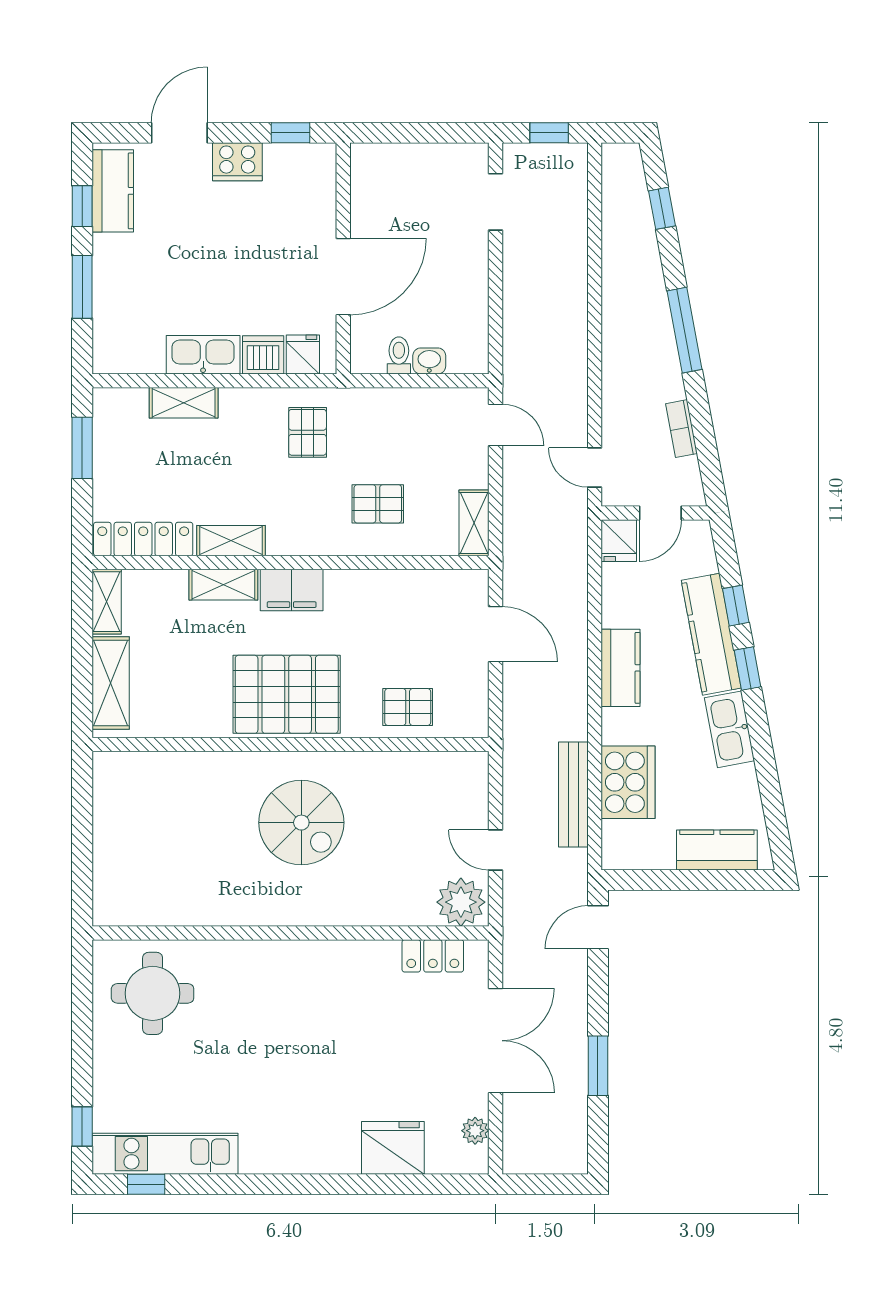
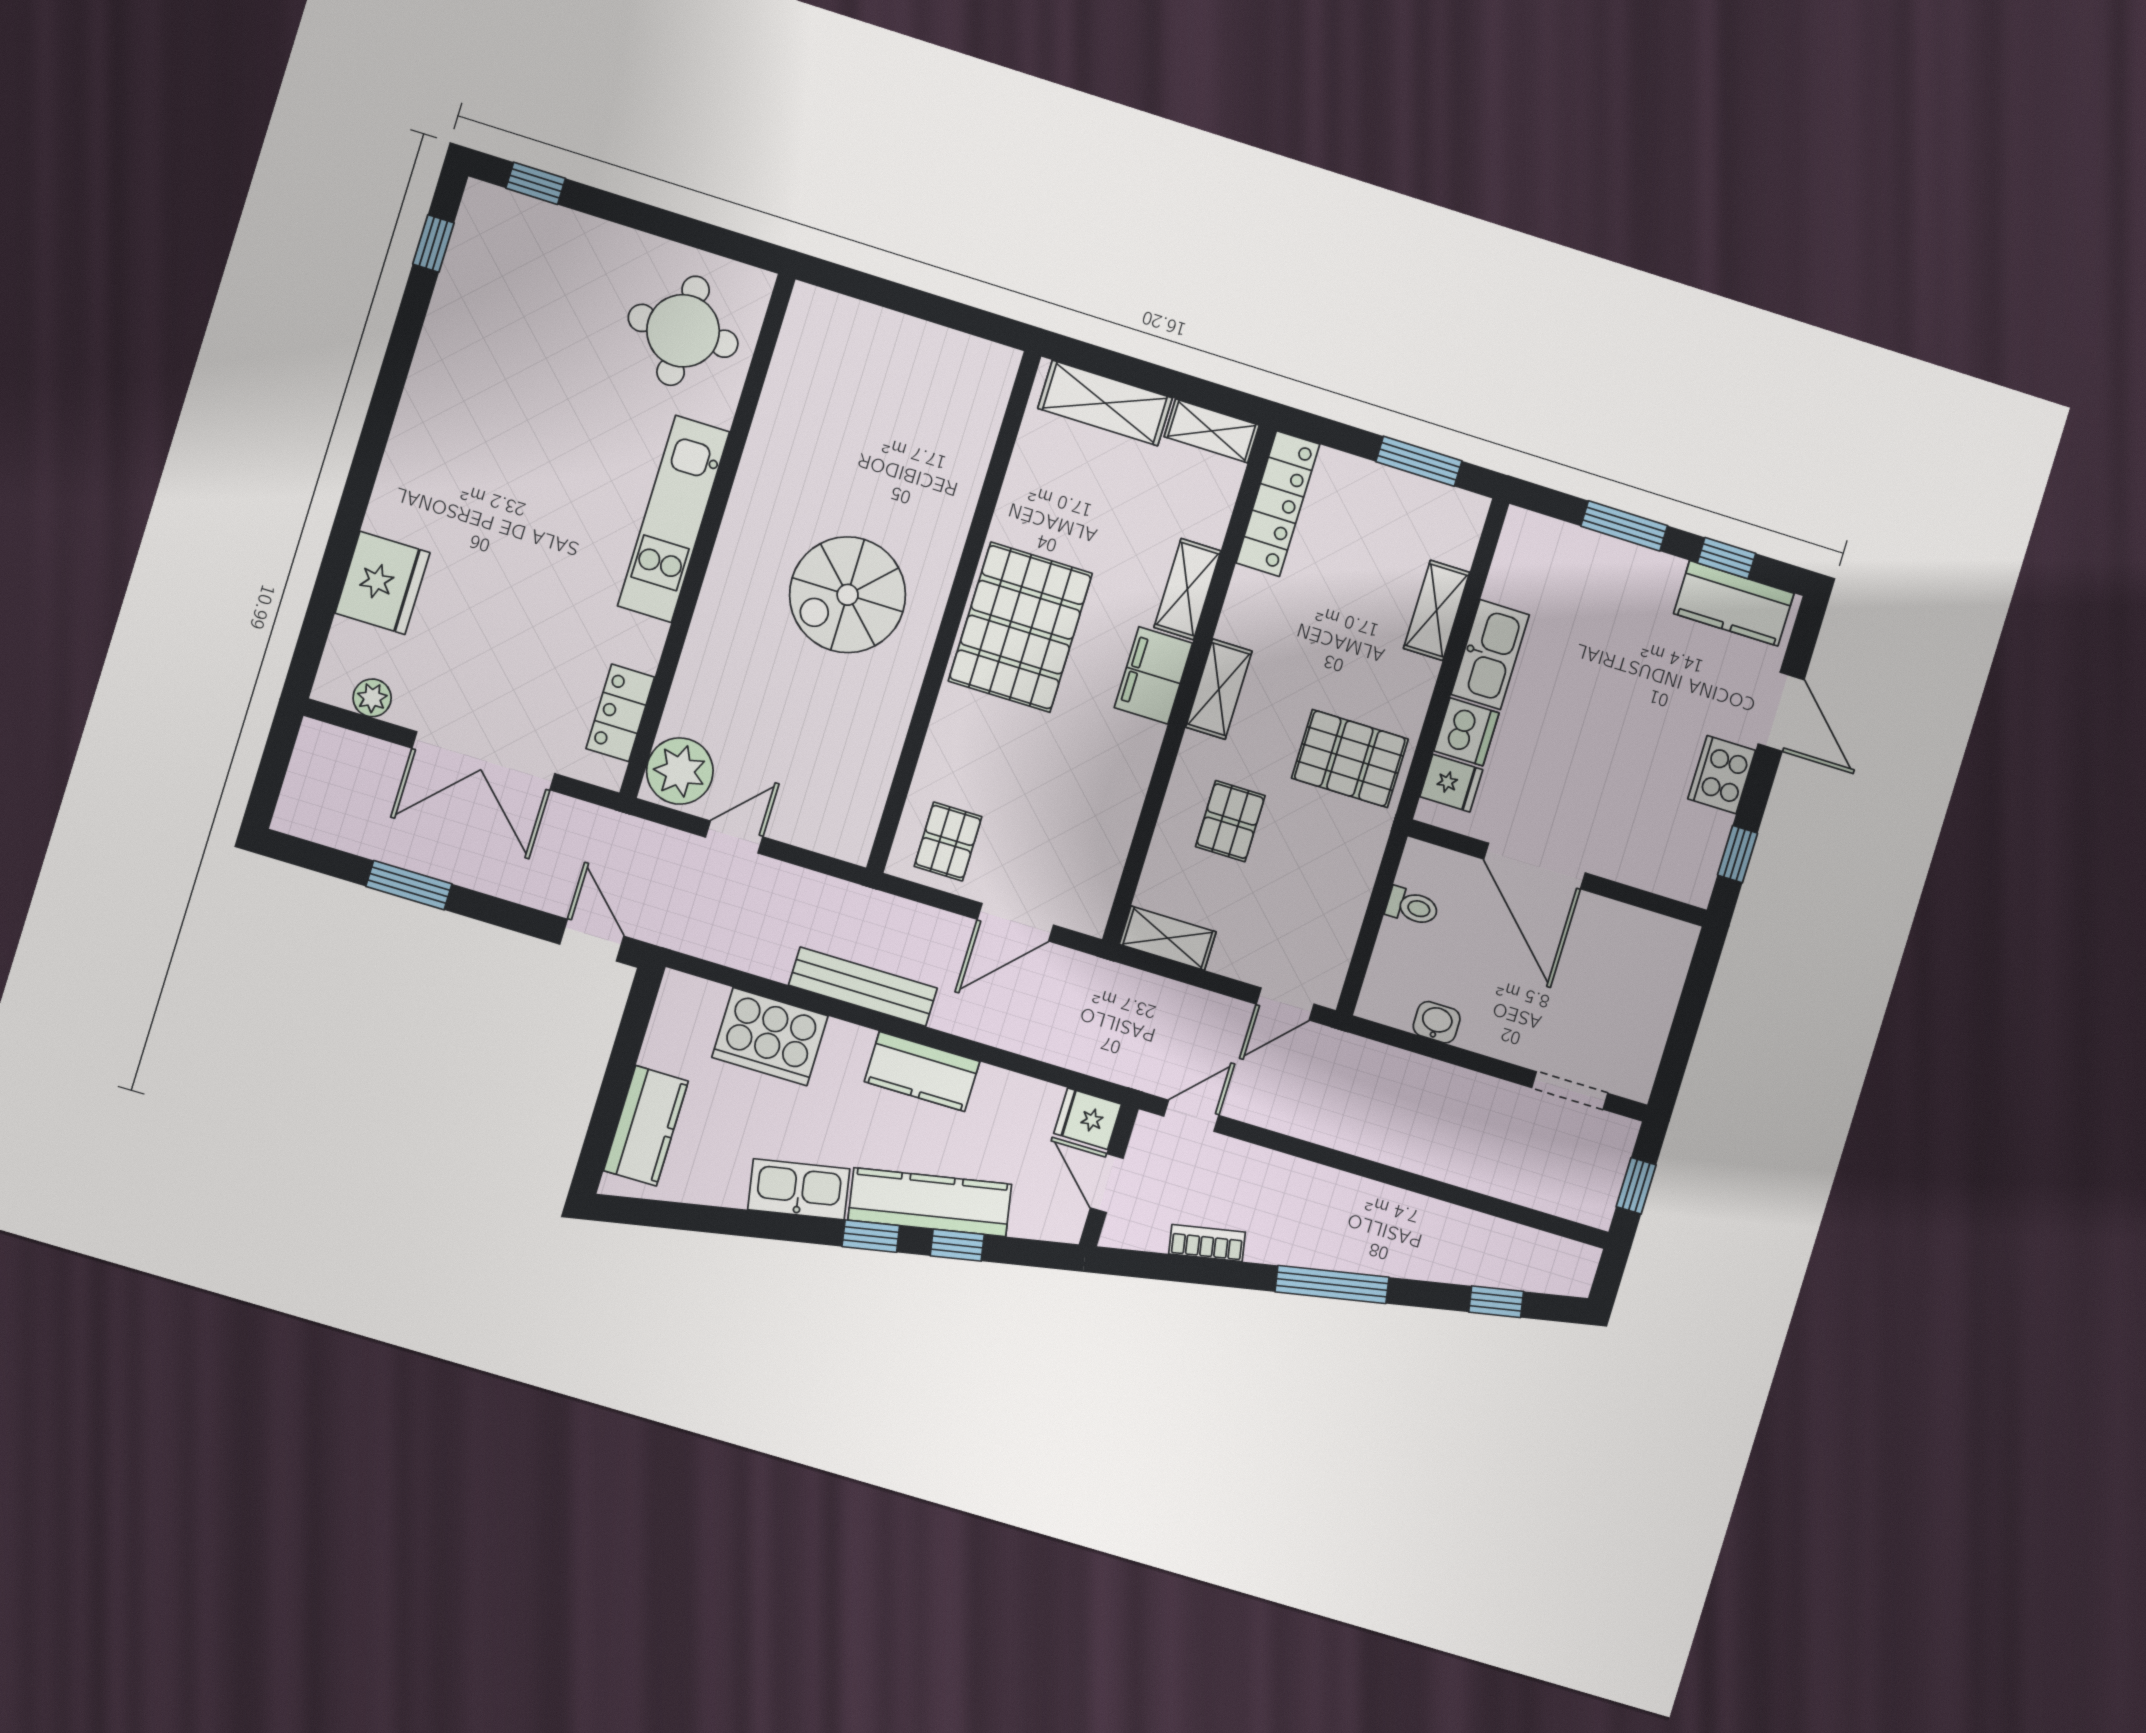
washbasin: (429, 361) -> (1437, 1022), moved, turned -90
pallet: (308, 432) -> (1350, 759), width x1.50, depth x1.42
shelving: (231, 541) -> (1219, 689), moved
pallet: (408, 707) -> (948, 842), moved
bench: (573, 794) -> (863, 987), moved
kitchen unit: (165, 1154) -> (674, 519), moved, turned 180

